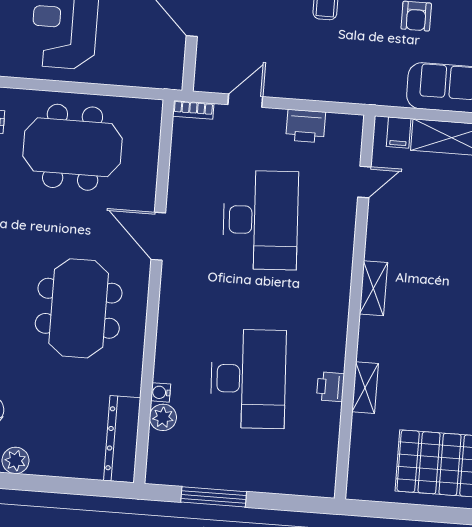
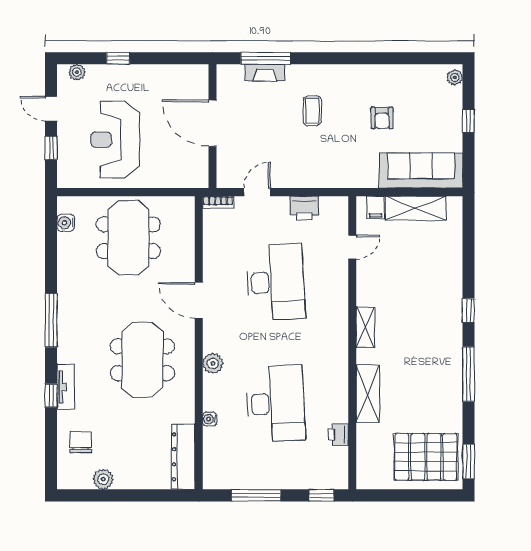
meeting table: (73, 147) -> (128, 238), turned 90
printer: (330, 387) -> (338, 435), moved
shelving: (365, 388) -> (368, 394), width x1.50, depth x1.33
plant: (163, 417) -> (213, 363), moved
window: (299, 503) -> (321, 495), added

